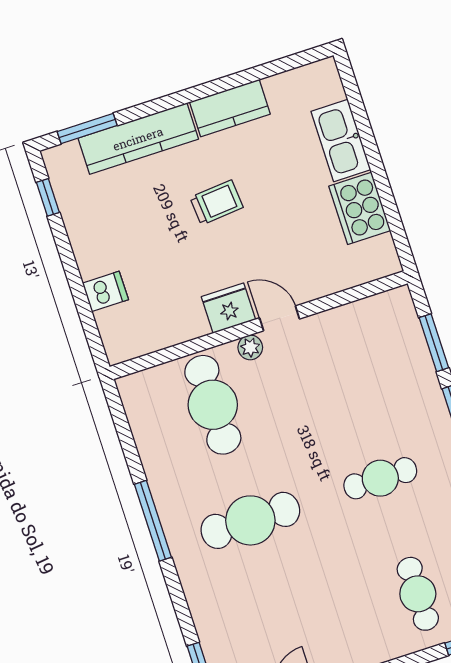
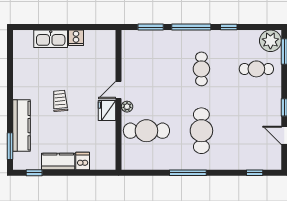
kitchen counter: (230, 108) -> (58, 161), moved, turned -90
cooker: (360, 208) -> (76, 38), width x0.53, depth x0.76

